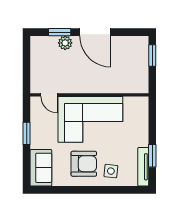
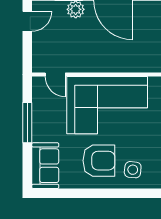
door: (27, 52) -> (27, 21), added
window: (27, 133) -> (27, 123), width x1.44

